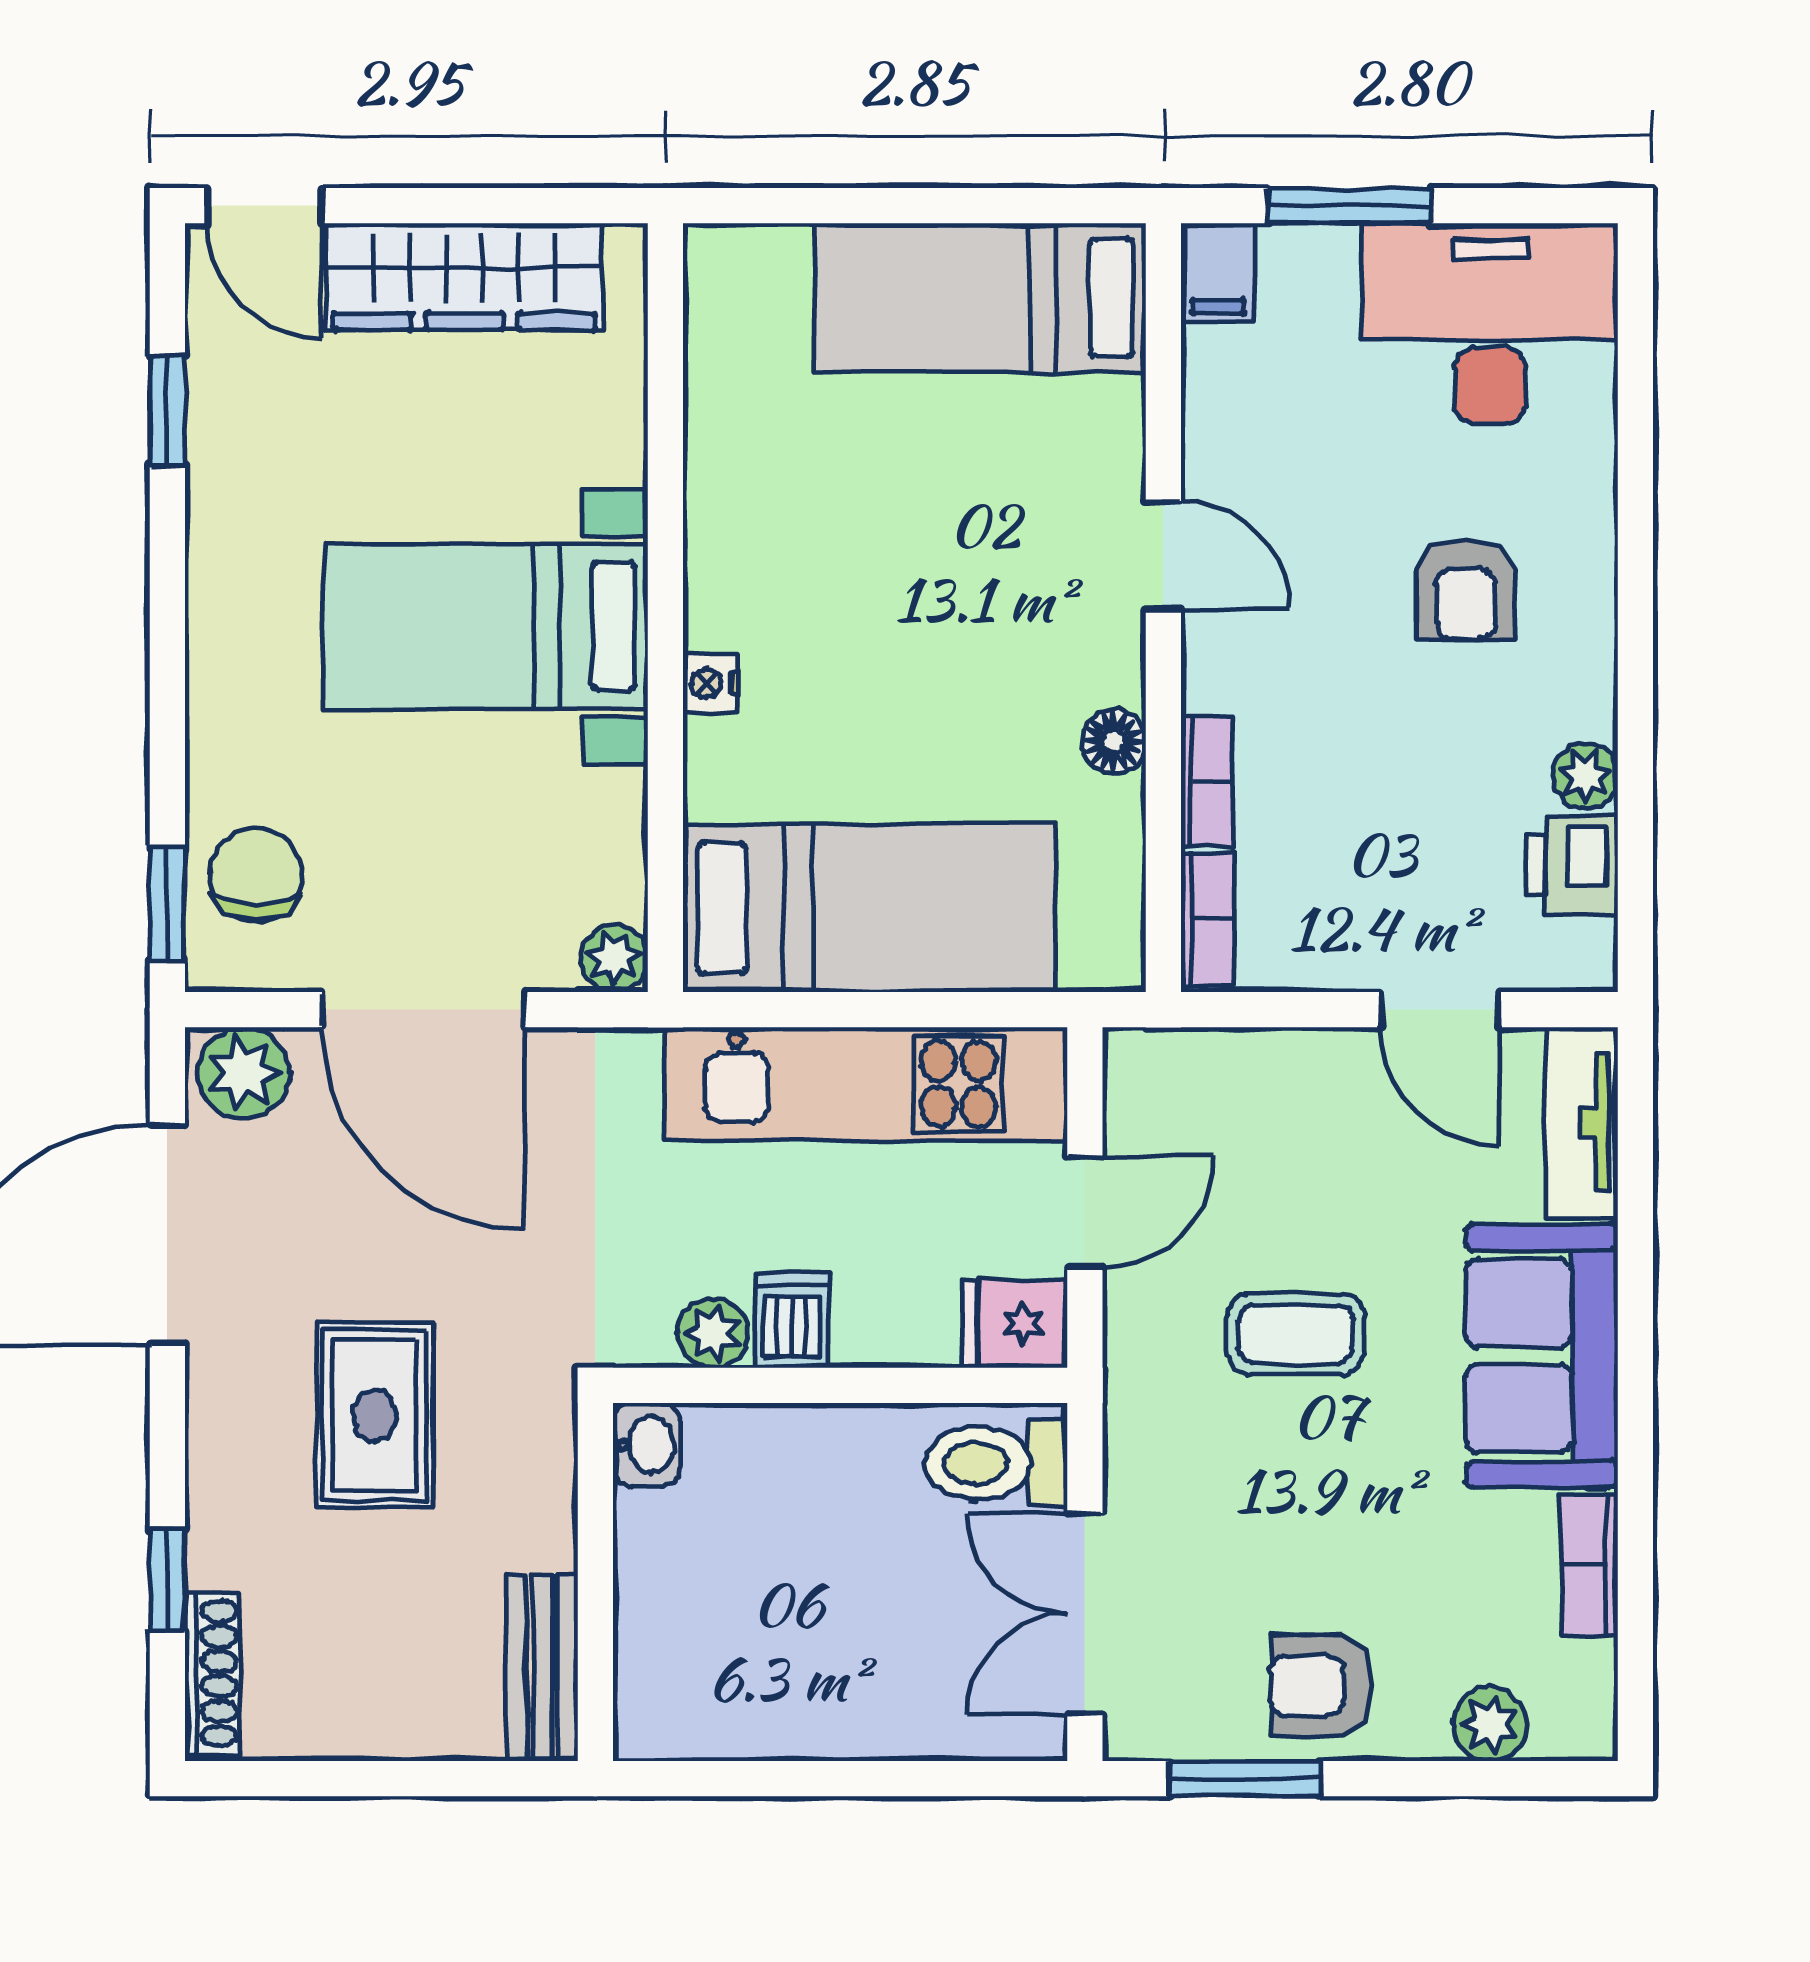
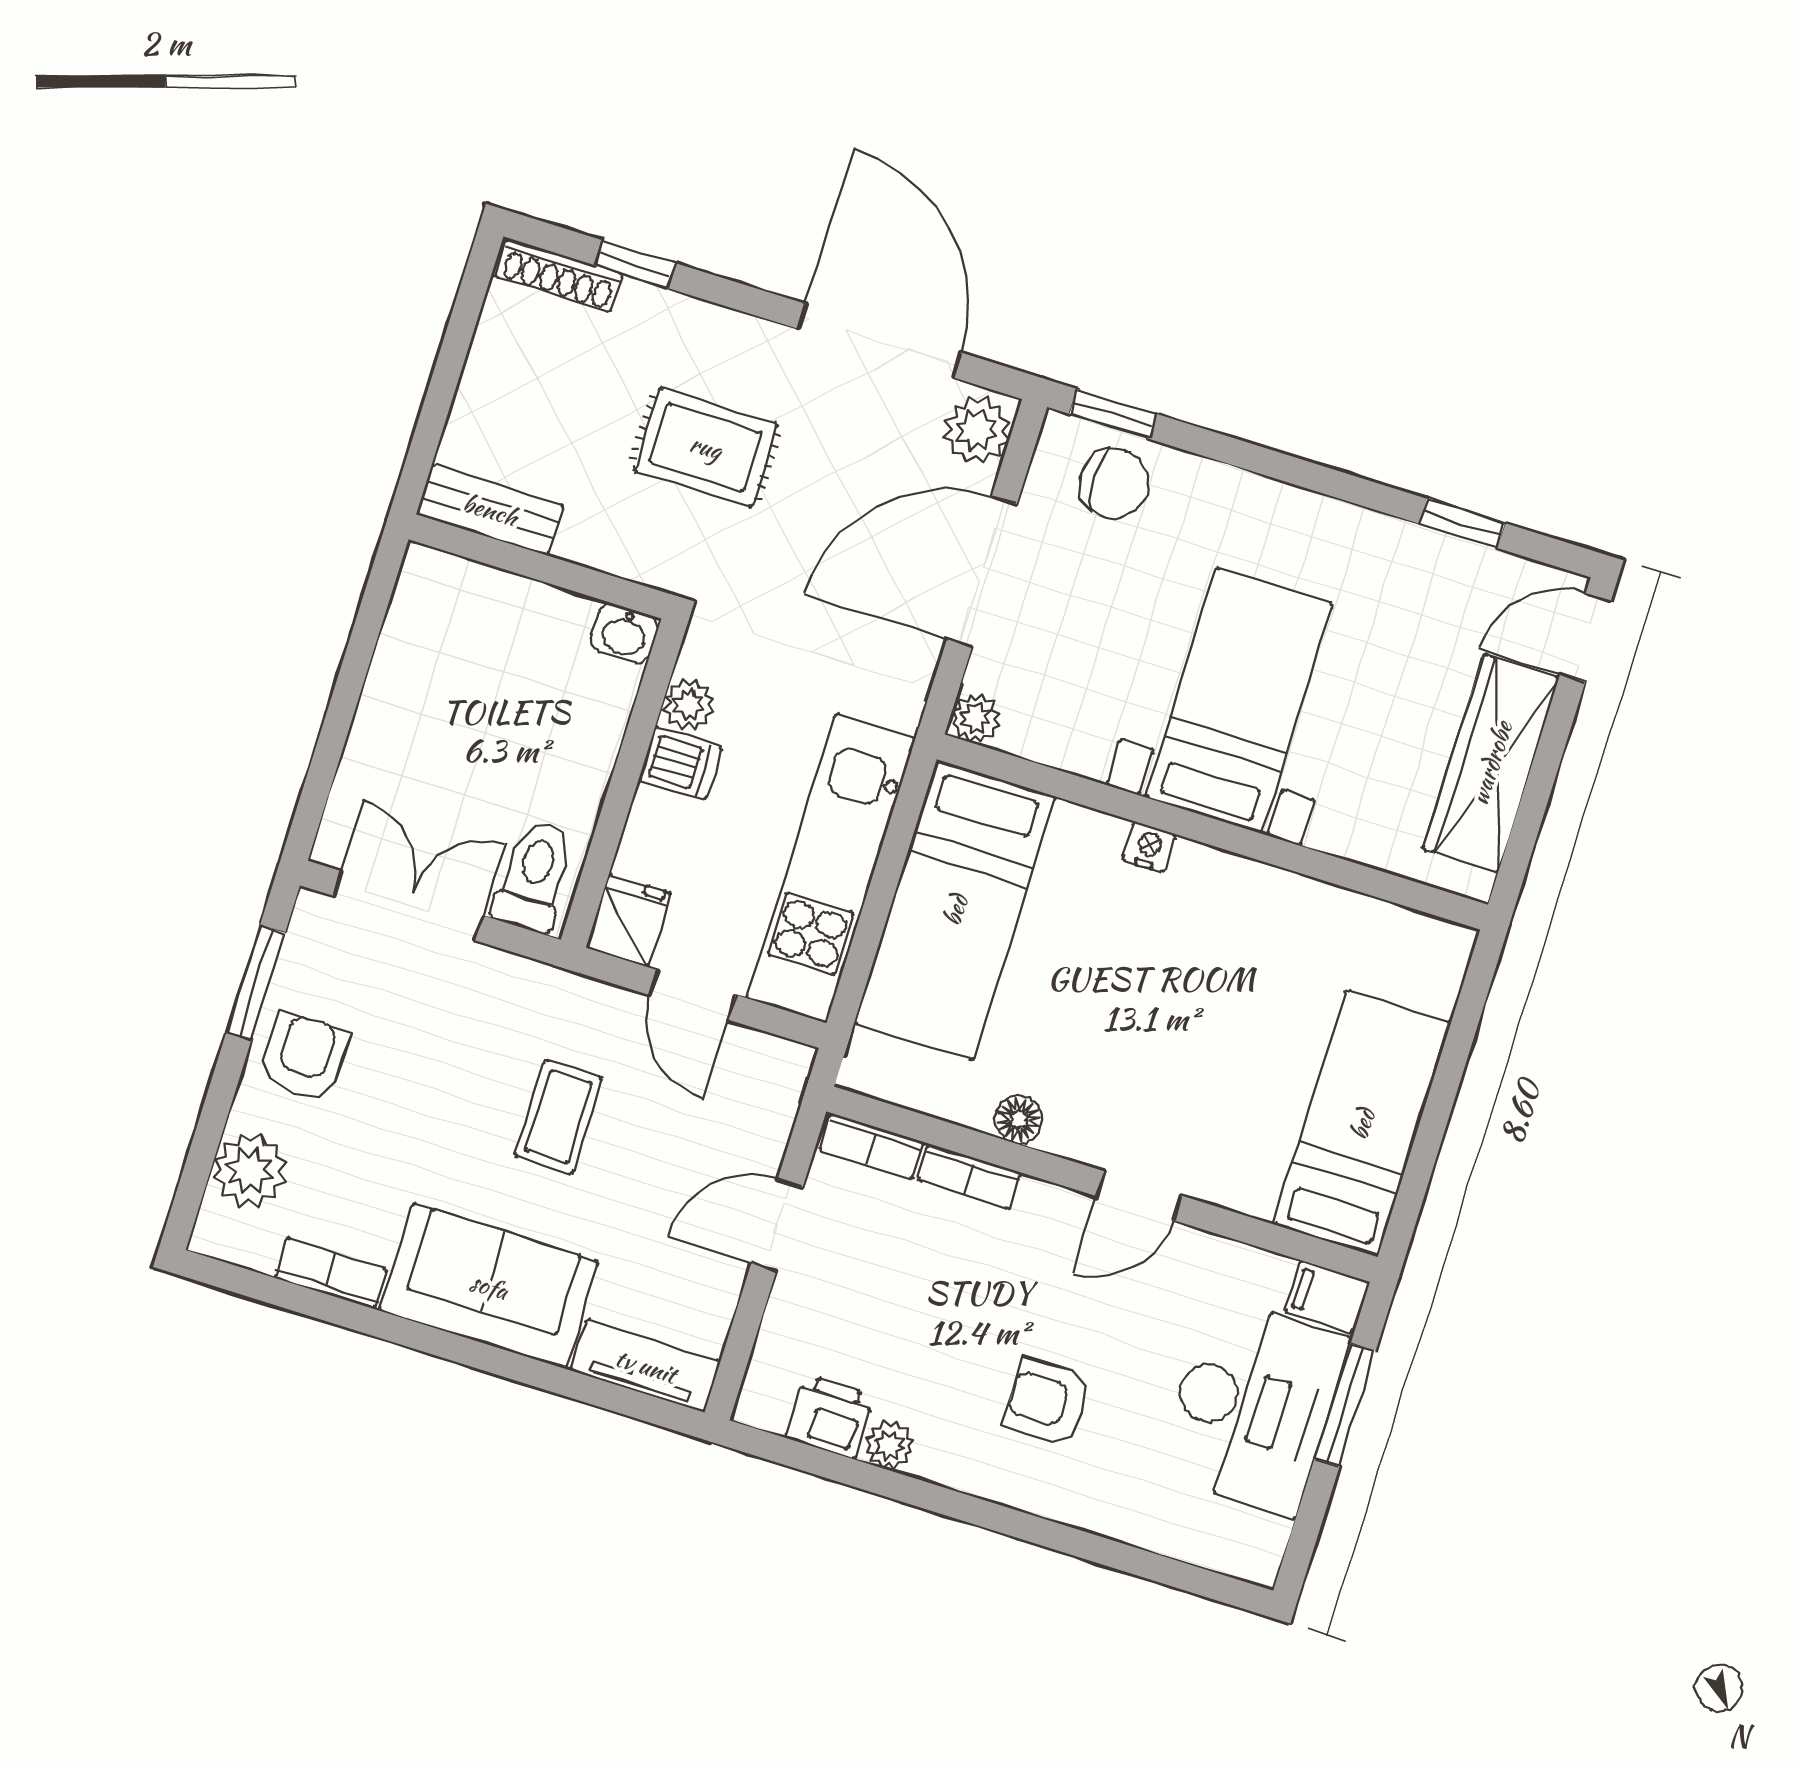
desk: (1490, 324) -> (1253, 1407), moved
door: (1440, 1010) -> (777, 1225), moved
plant: (1490, 1724) -> (250, 1171), width x1.38, depth x1.38

